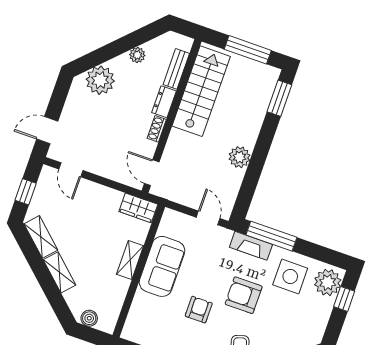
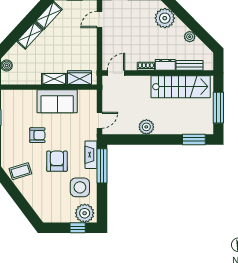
wardrobe: (138, 208) -> (79, 78), moved, turned 90

